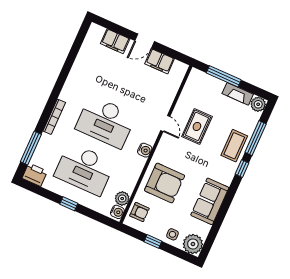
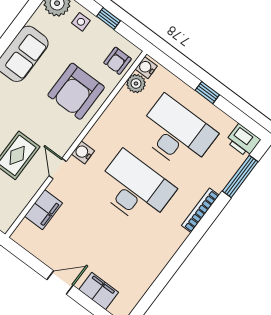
filing cabinet: (160, 61) -> (44, 210), moved, turned 90
water cooler: (145, 150) -> (83, 152), moved
armchair: (165, 183) -> (76, 91), turned -90
armchair: (139, 212) -> (117, 61), turned -90

